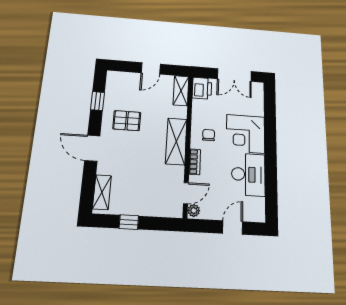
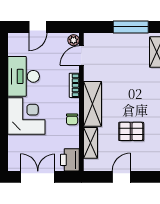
shelving: (181, 91) -> (90, 143), moved
pallet: (127, 121) -> (131, 131), moved
chair: (209, 135) -> (72, 119), moved
window: (129, 222) -> (131, 27), width x2.17

